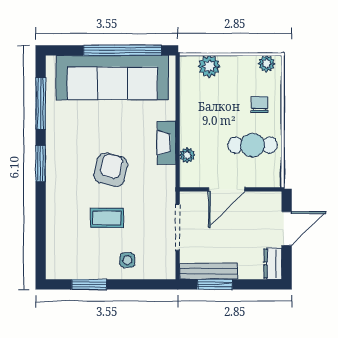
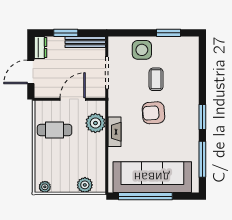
chair: (260, 105) -> (50, 158), removed
plant: (187, 155) -> (95, 123), width x1.88, depth x1.88
armchair: (111, 170) -> (153, 113), turned 72
coffee table: (107, 218) -> (156, 79), turned 90
side table: (127, 260) -> (142, 50), width x1.87, depth x1.87
window: (215, 284) -> (66, 33), moved

